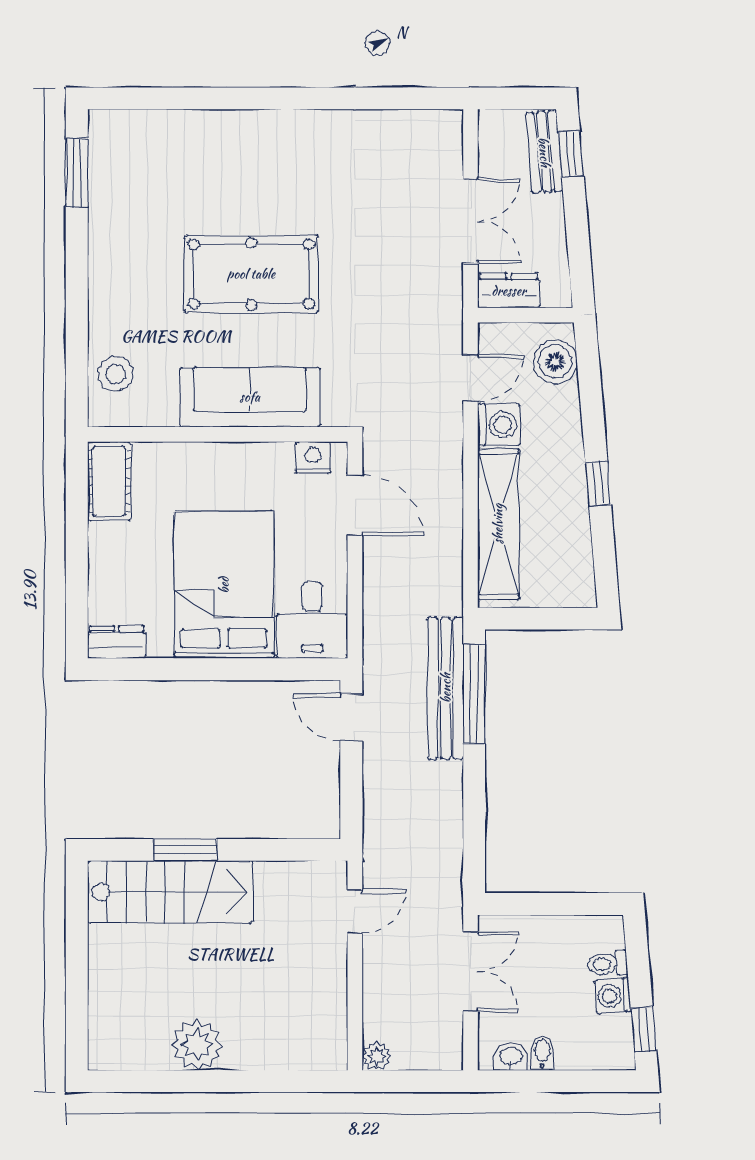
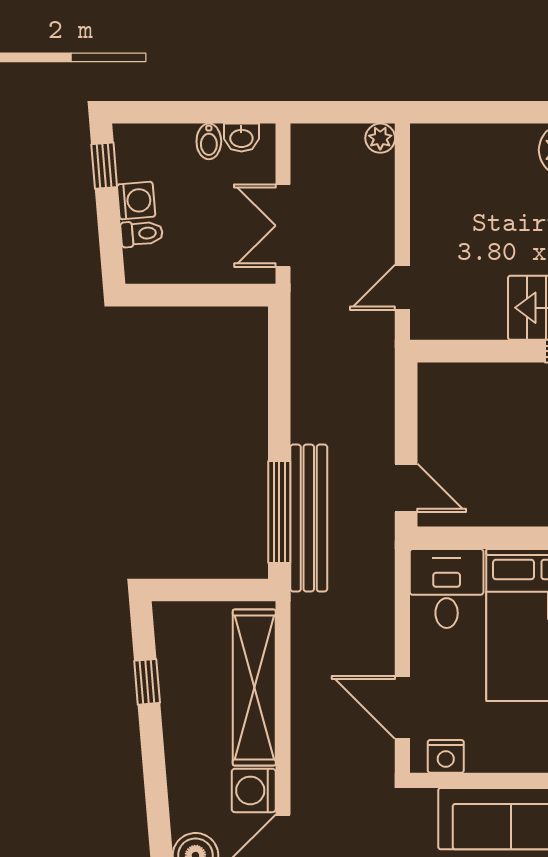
window: (598, 484) -> (147, 682), moved

